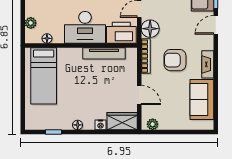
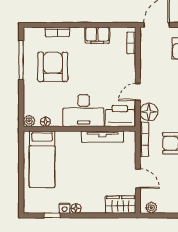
plant: (31, 23) -> (29, 121), moved
nightstand: (101, 125) -> (65, 208), moved

